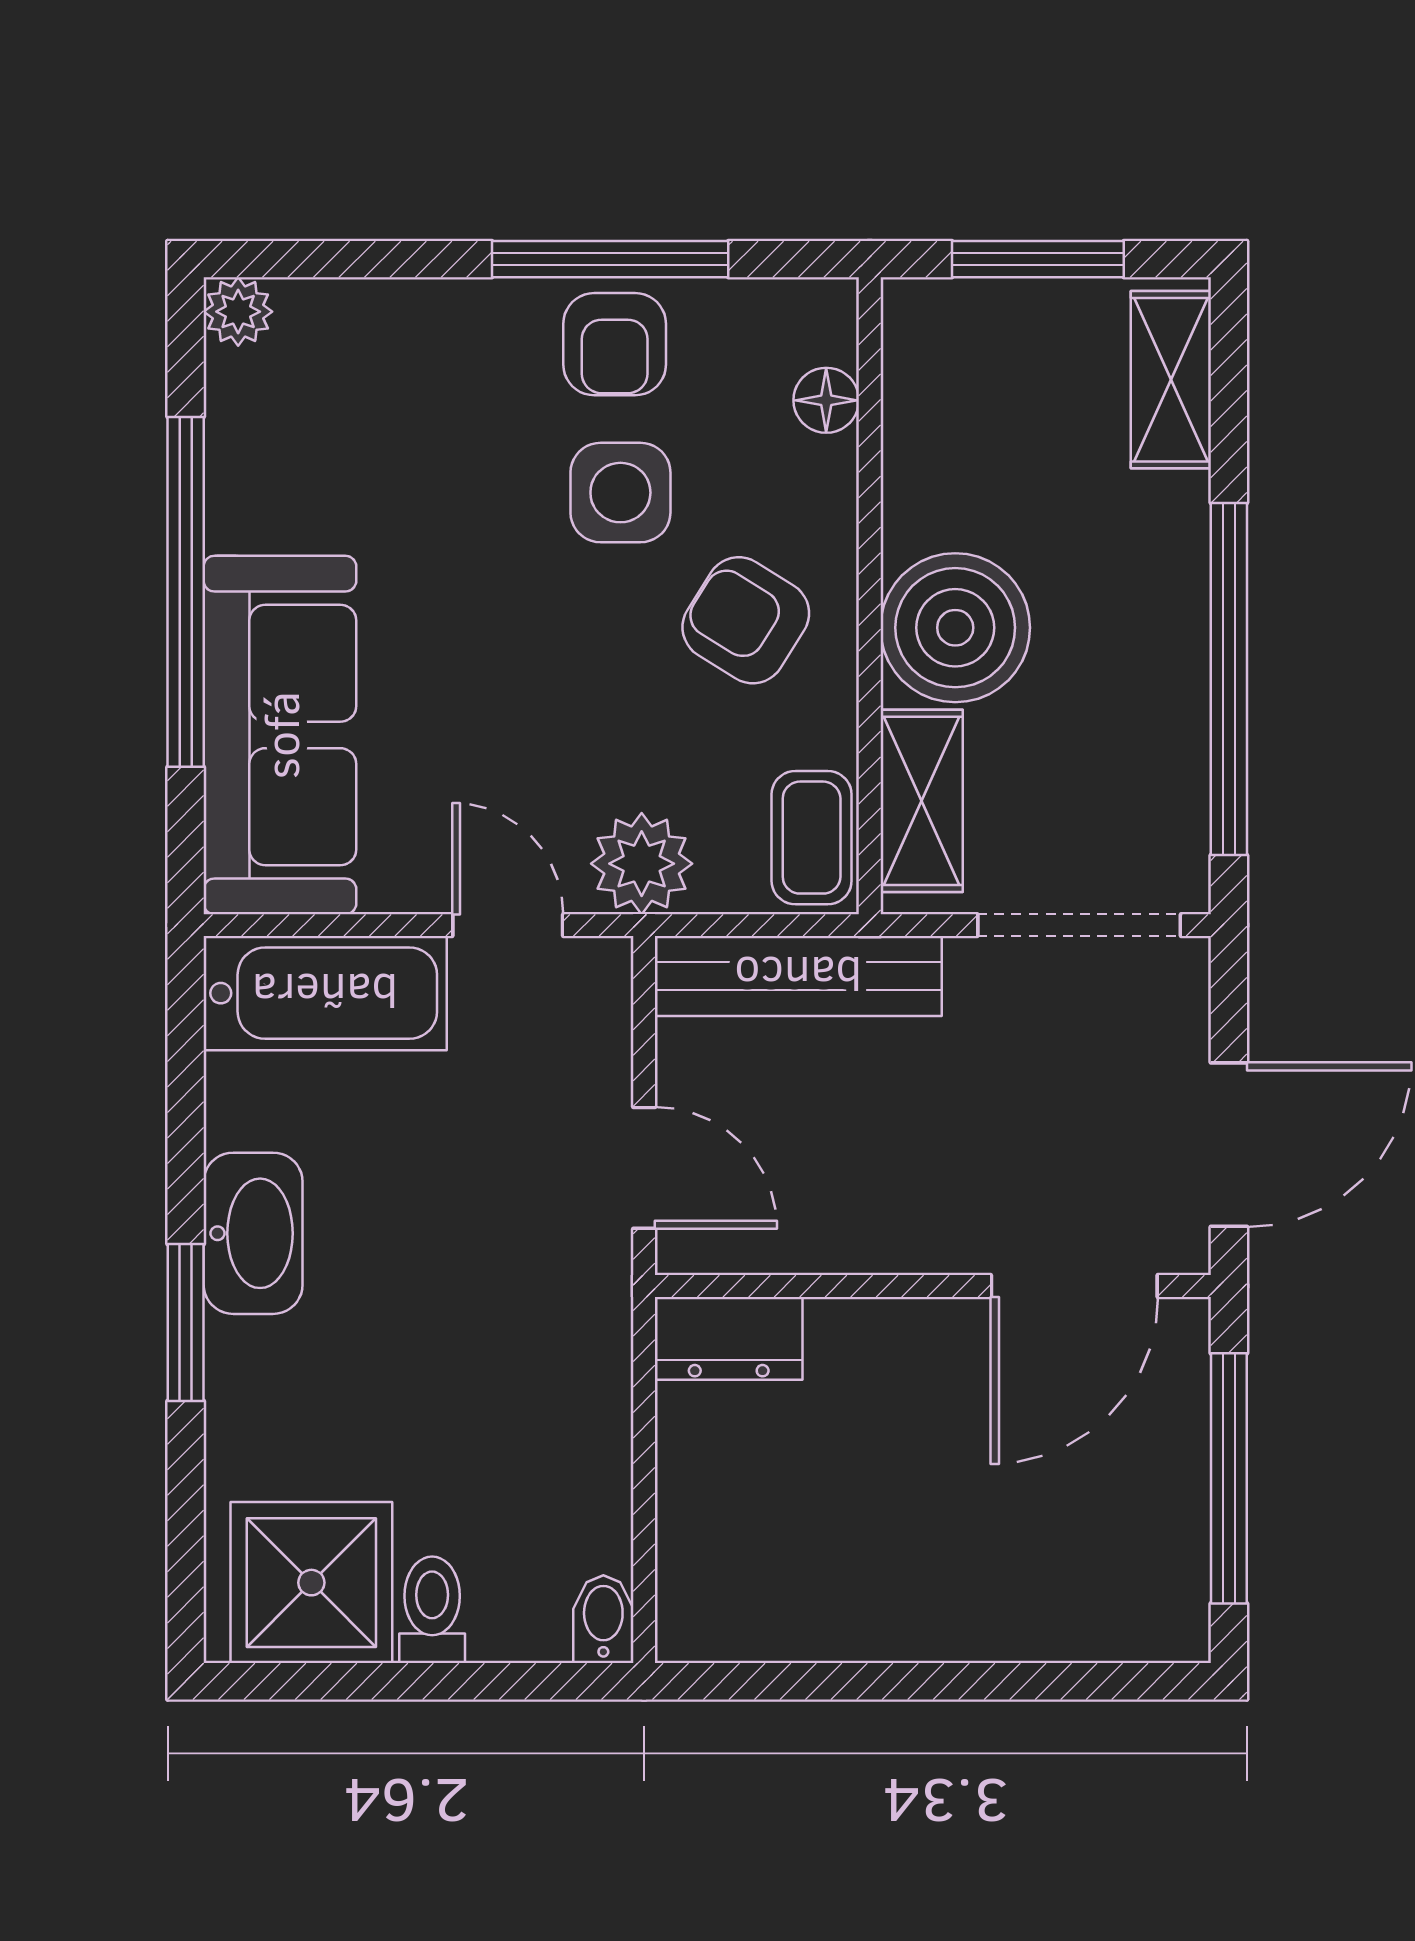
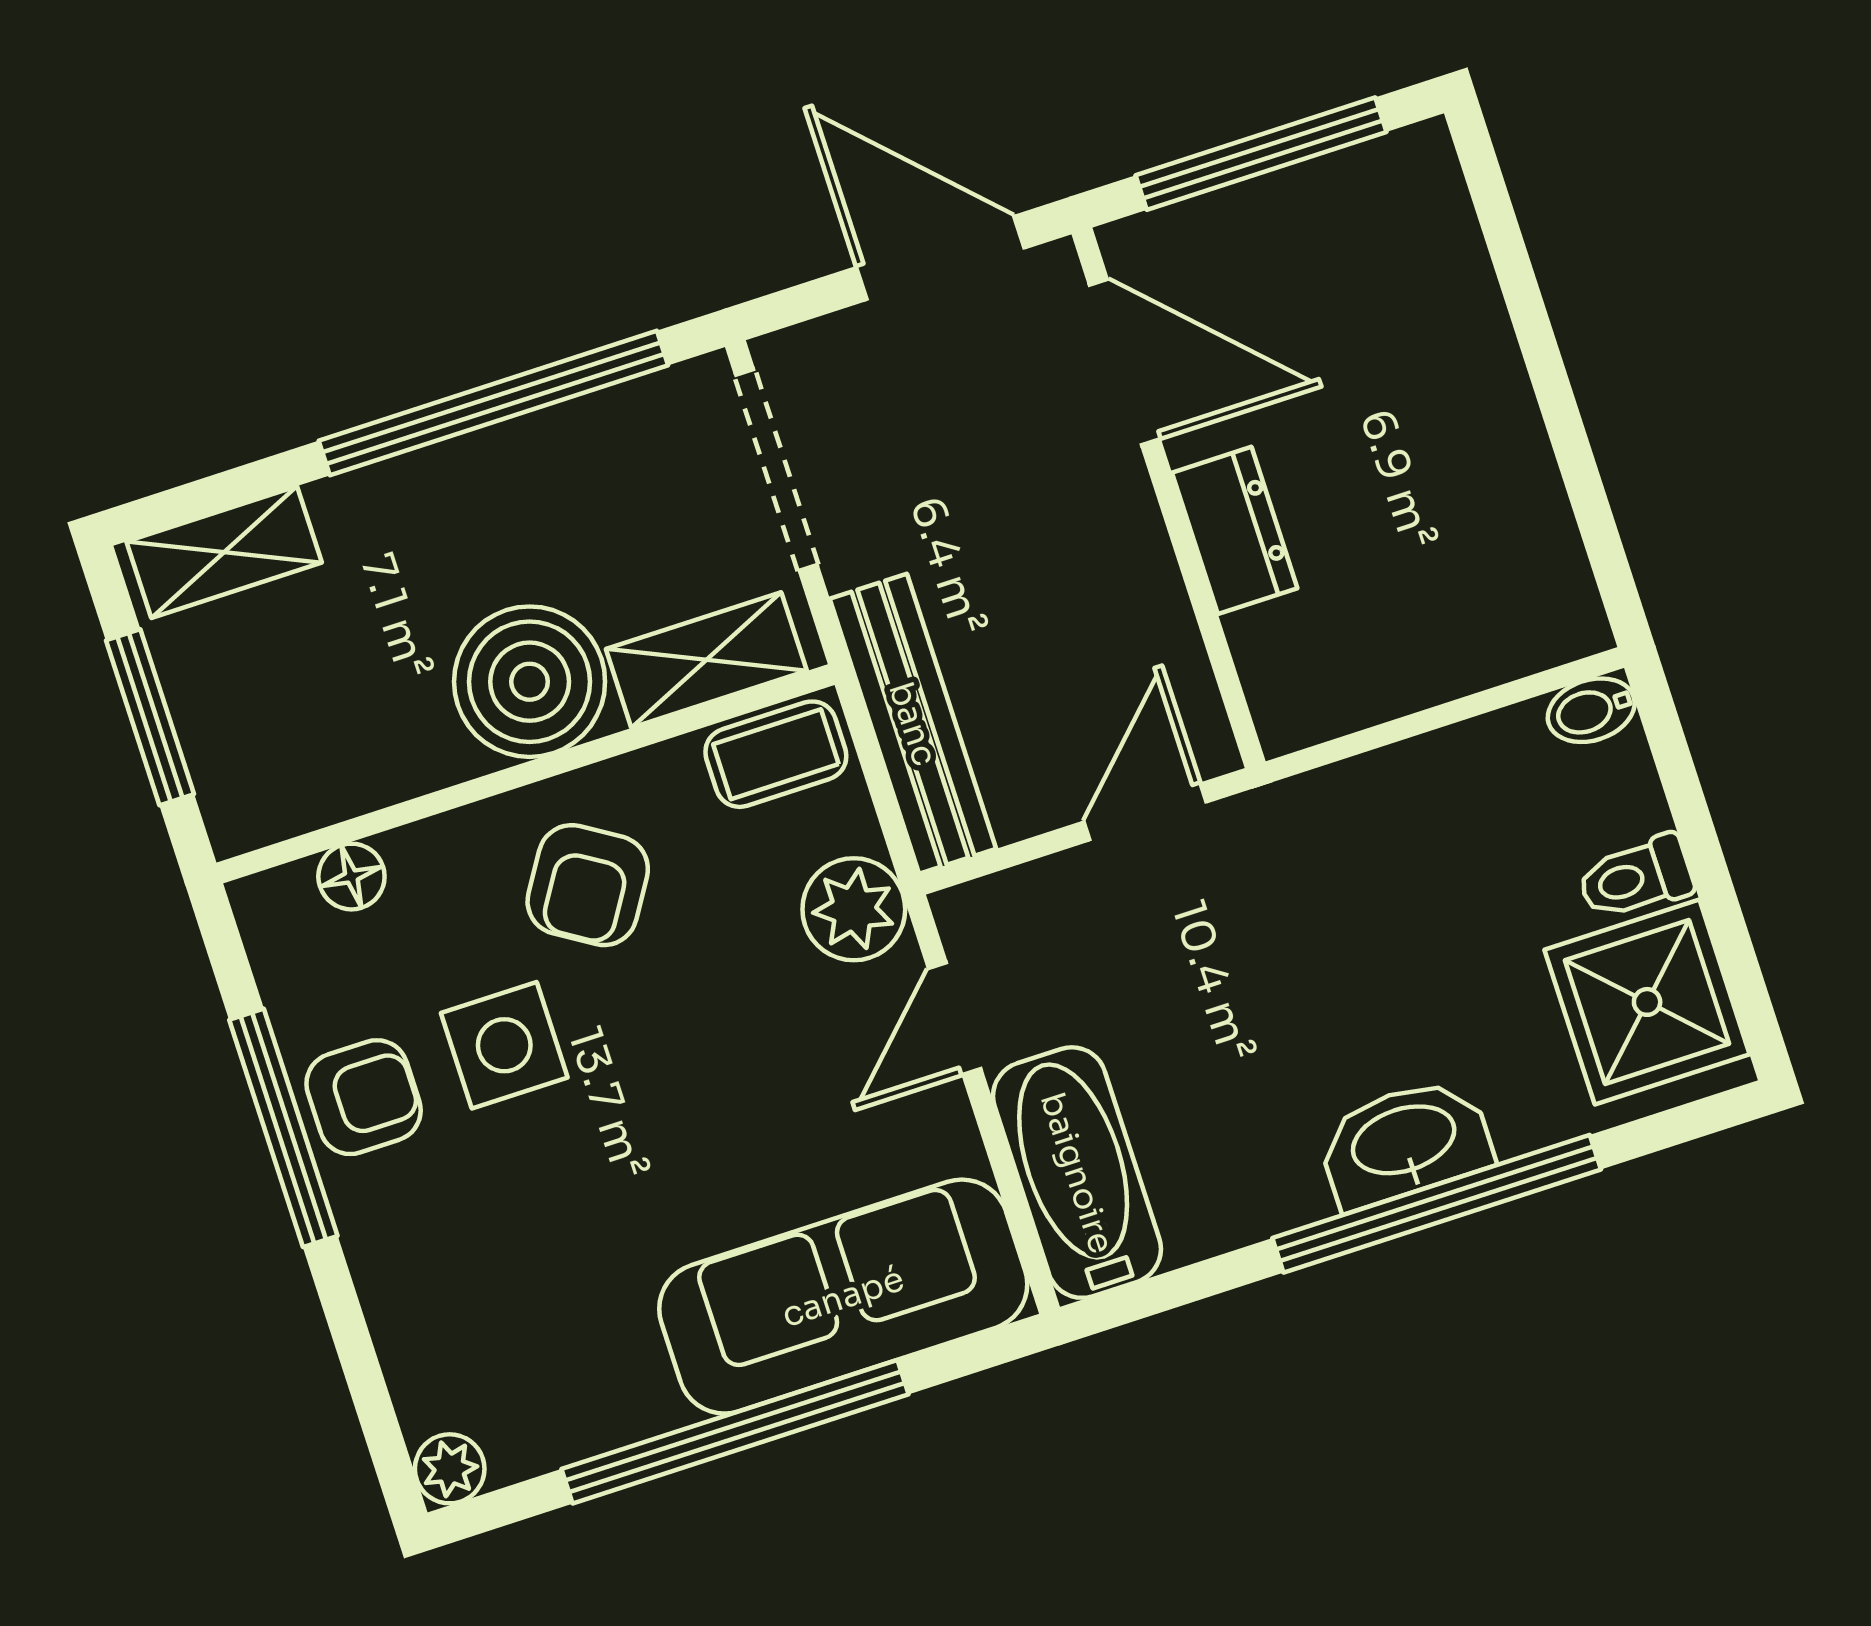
washbasin: (253, 1233) -> (1405, 1143), moved
window: (186, 1322) -> (1437, 1204), width x2.11
dresser: (729, 1338) -> (1235, 530), moved

